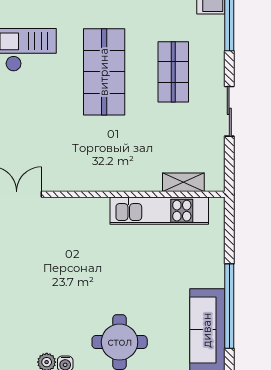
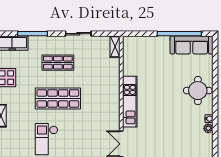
shelving: (183, 182) -> (115, 47), moved
kitchen unit: (159, 211) -> (130, 102), moved

